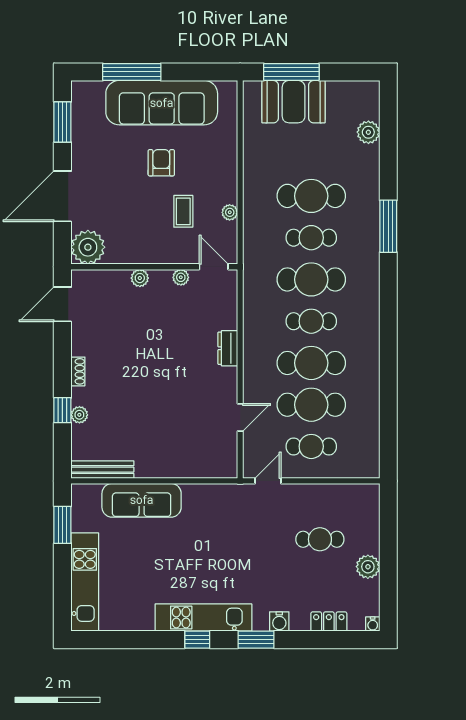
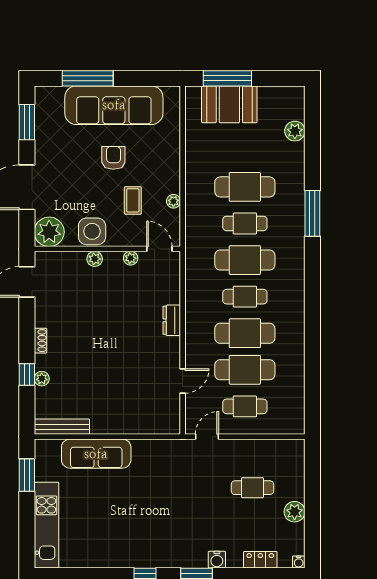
side table: (137, 247) -> (92, 231), added
kitchen unit: (203, 618) -> (150, 556), removed

